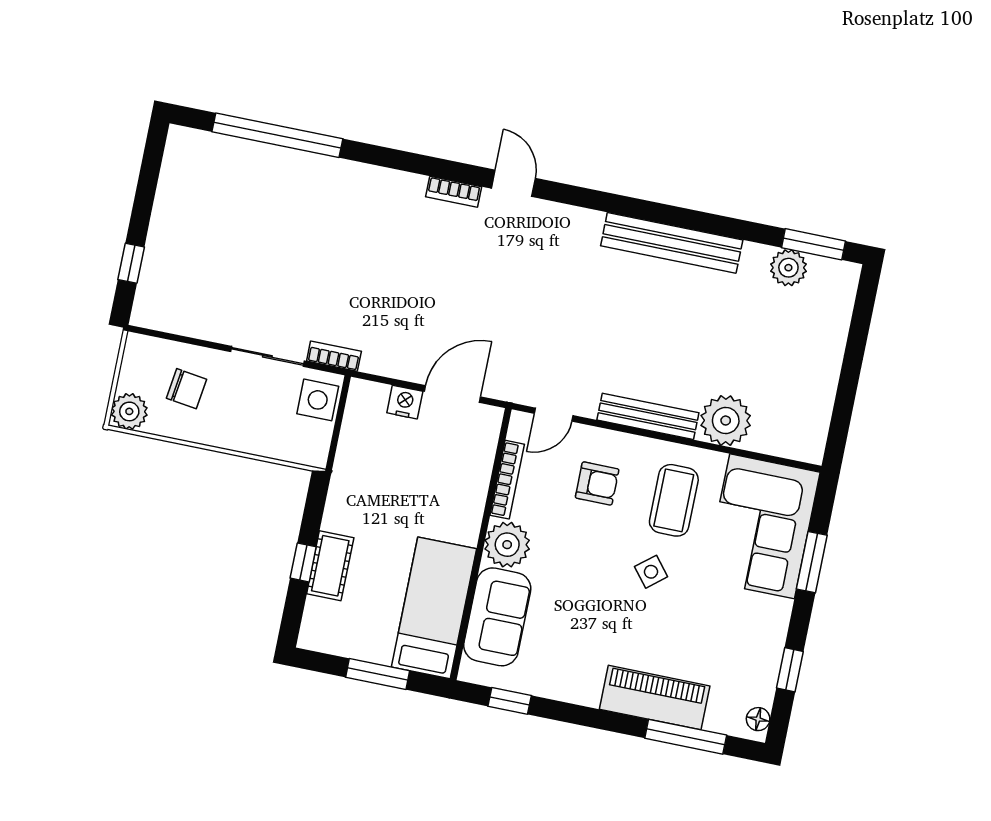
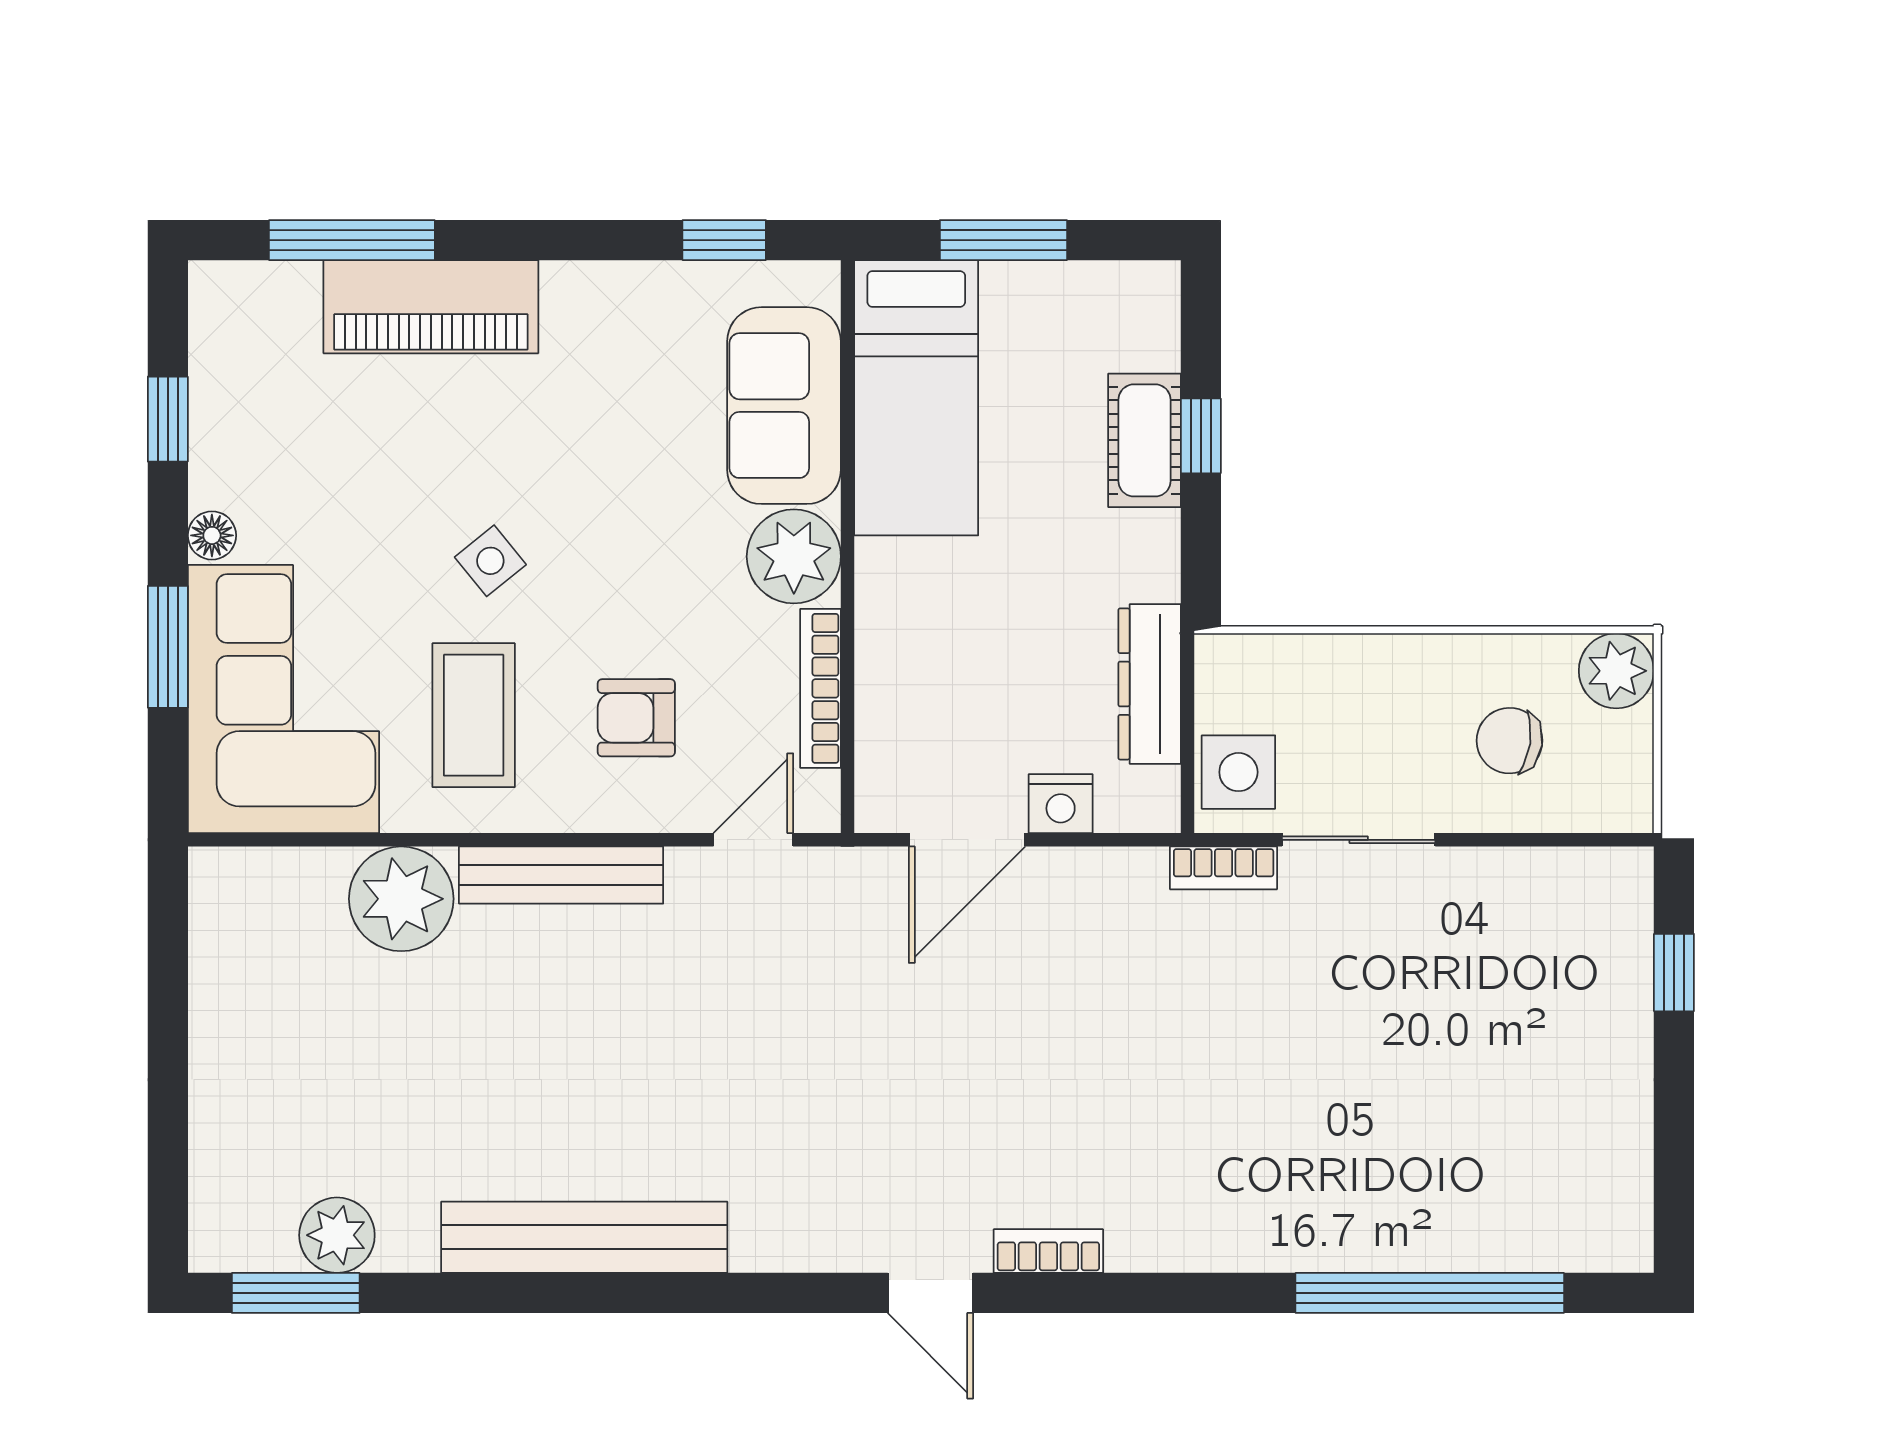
dresser: (351, 450) -> (1150, 684), added
floor lamp: (758, 719) -> (212, 535), moved

